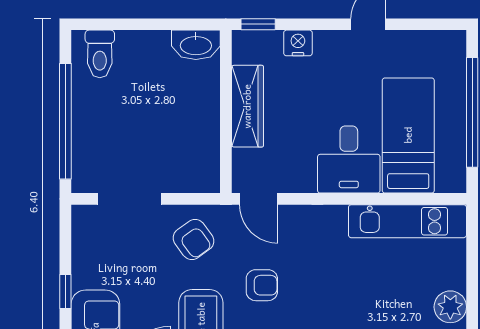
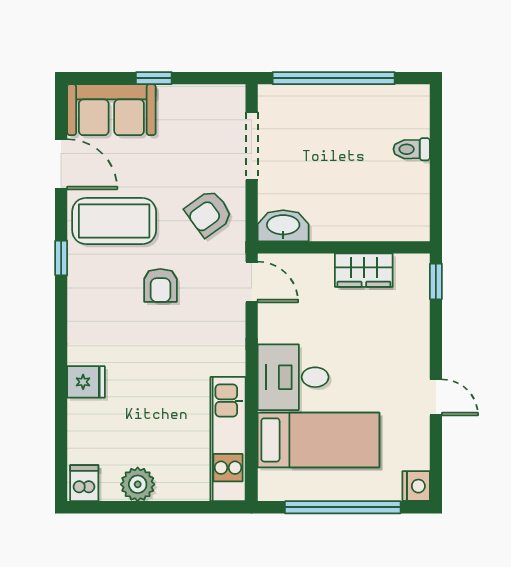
nightstand: (298, 43) -> (416, 486), moved
washbasin: (196, 45) -> (283, 226), moved, turned 90
toilet: (100, 54) -> (412, 149), moved, width x0.73, depth x0.72
wardrobe: (247, 106) -> (364, 270), width x0.67
door: (259, 199) -> (252, 282), swing flipped

